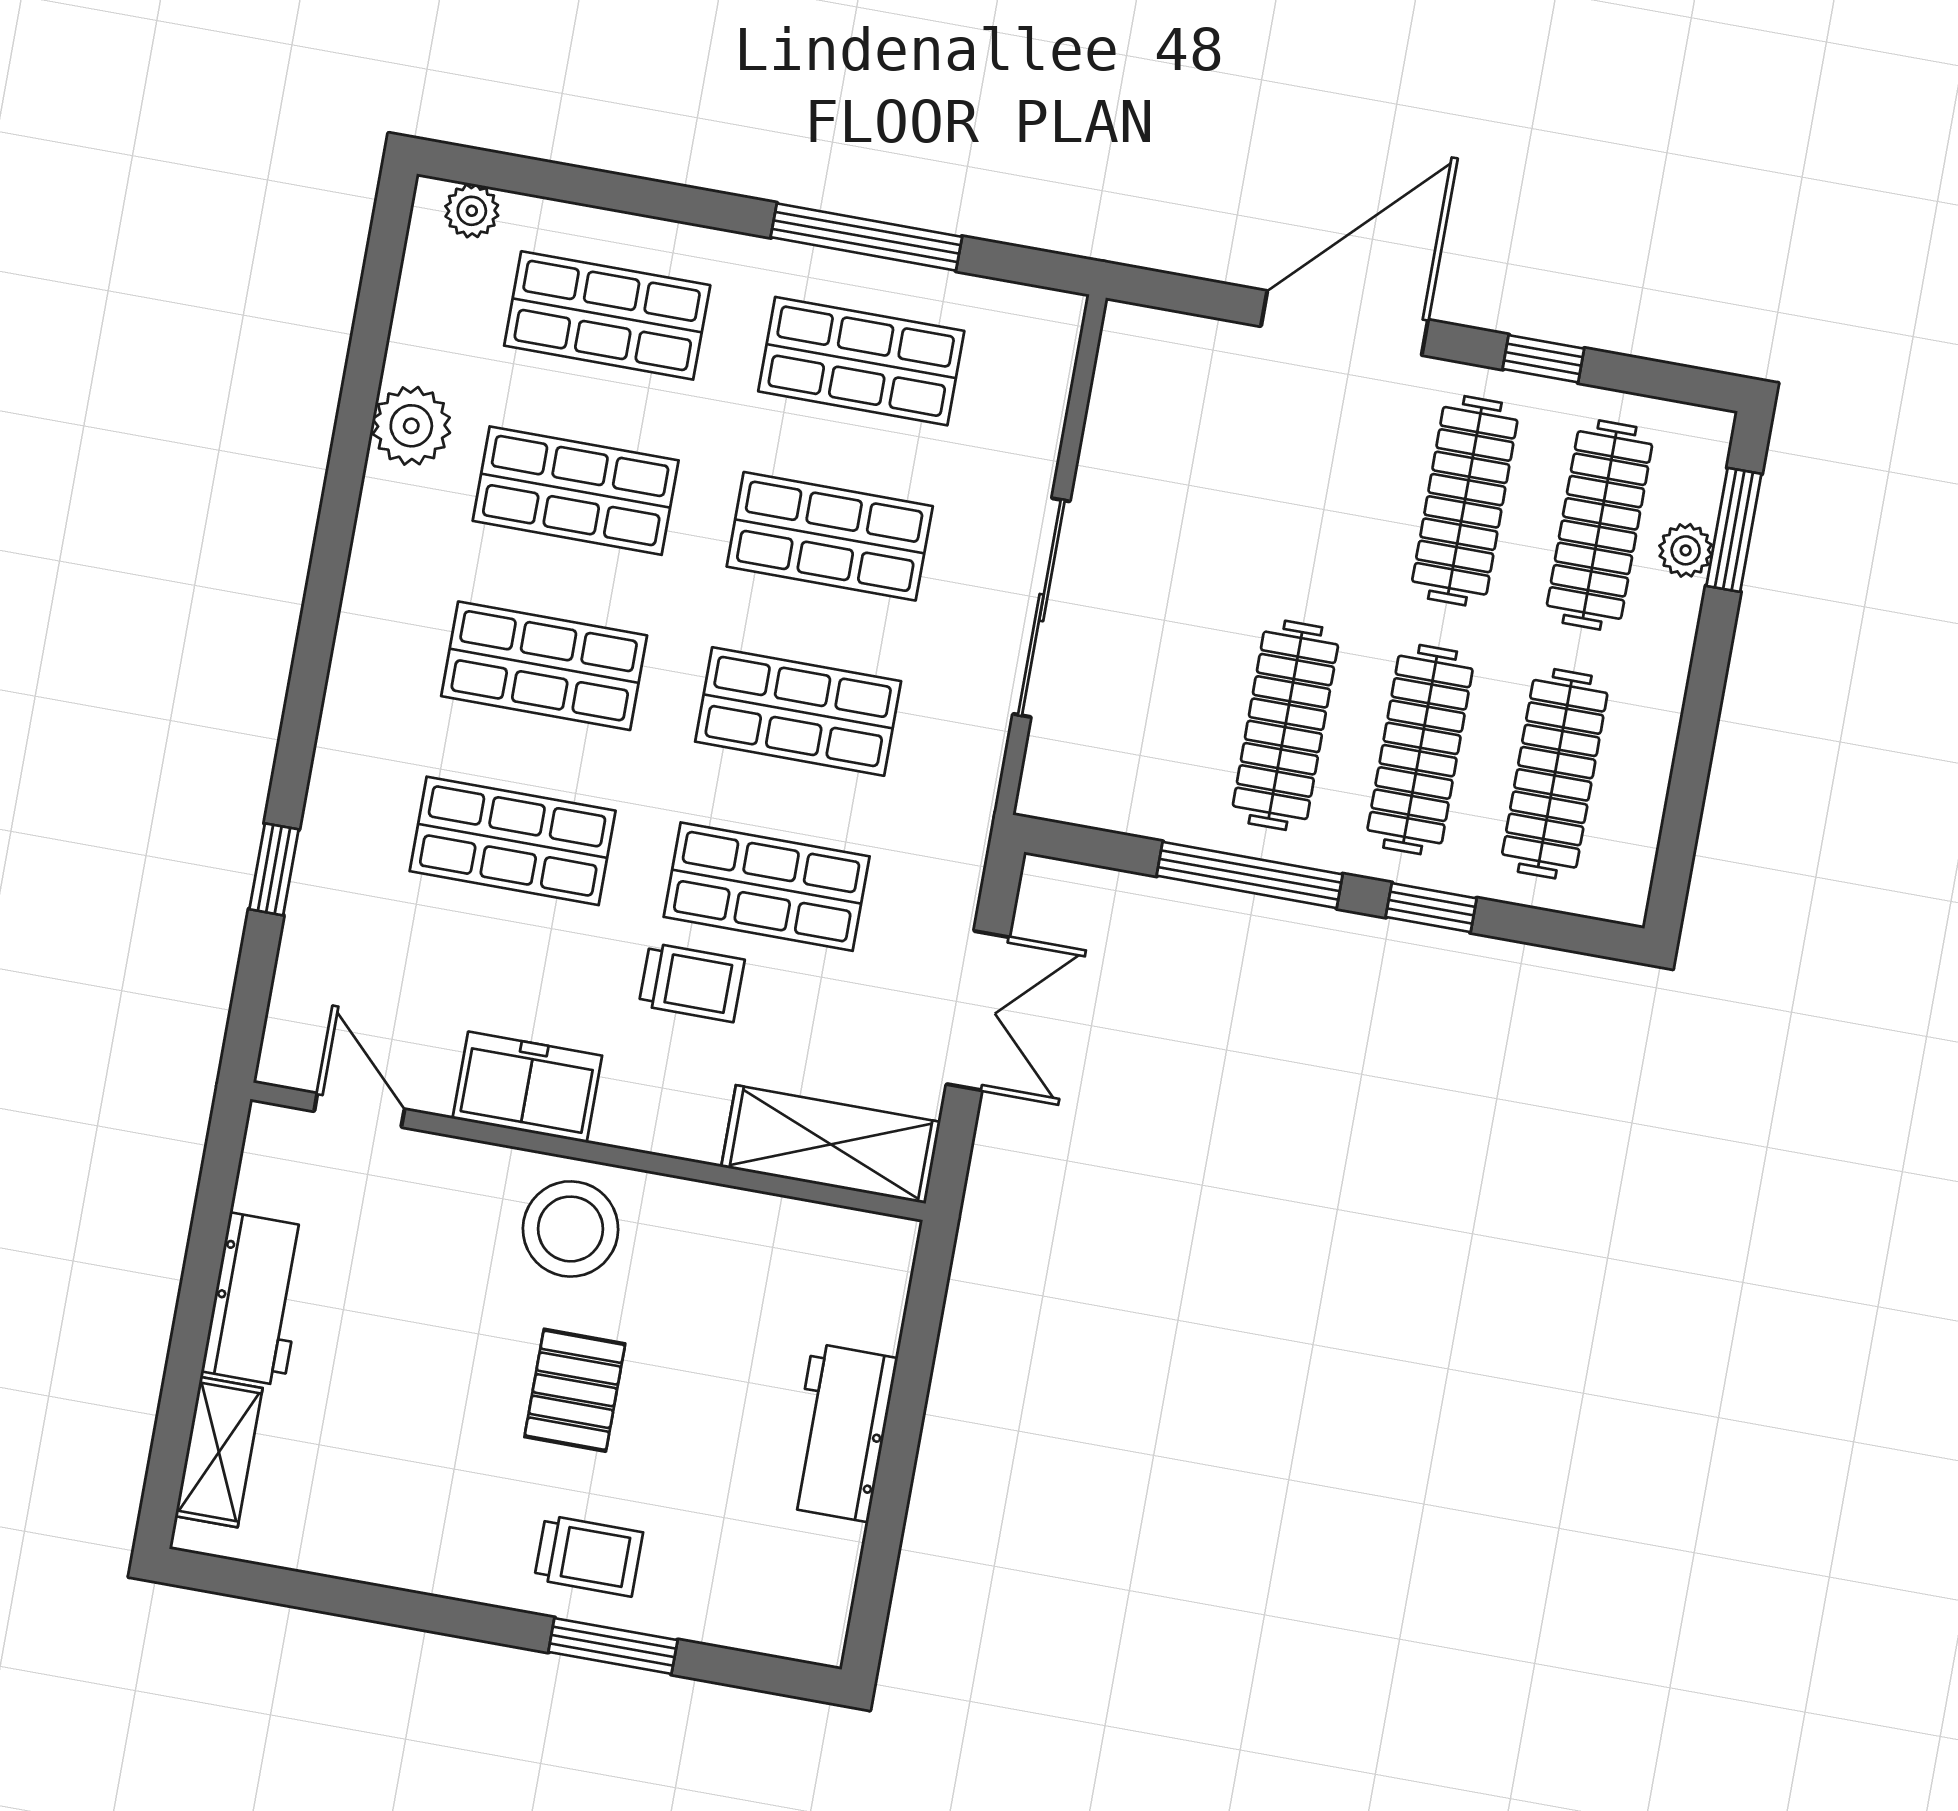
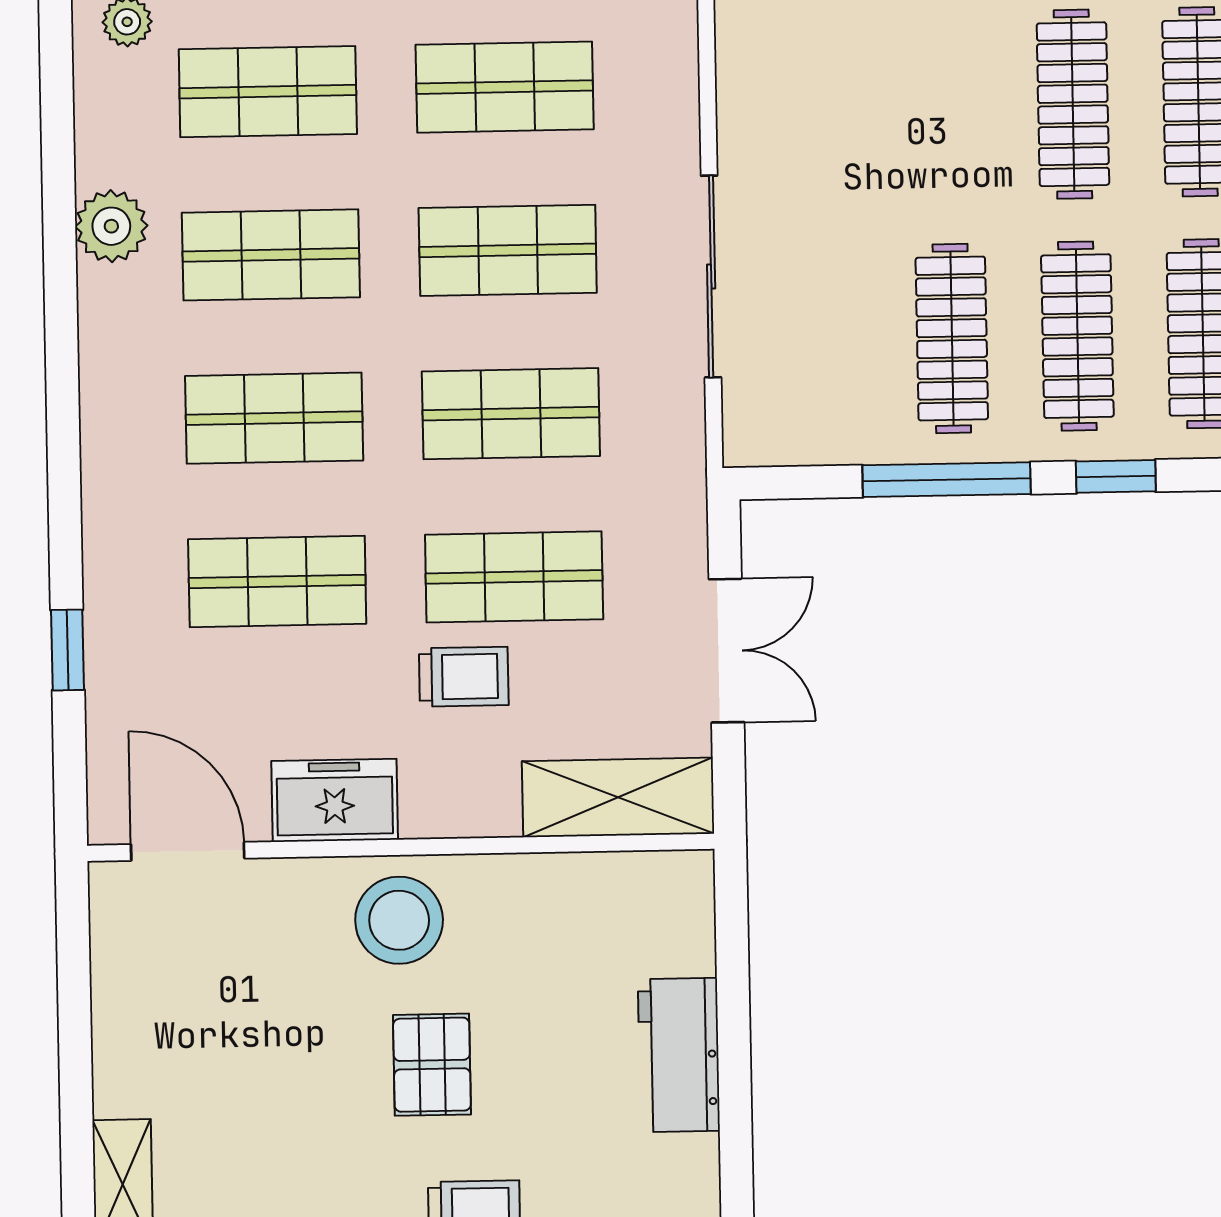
door: (359, 1110) -> (188, 851), width x1.38
workbench: (257, 1299) -> (129, 1040), removed

